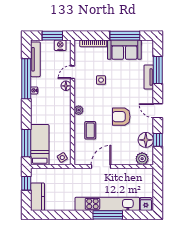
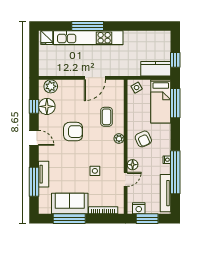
armchair: (56, 110) -> (143, 139), added
kitchen counter: (38, 197) -> (156, 69), moved, turned 90

